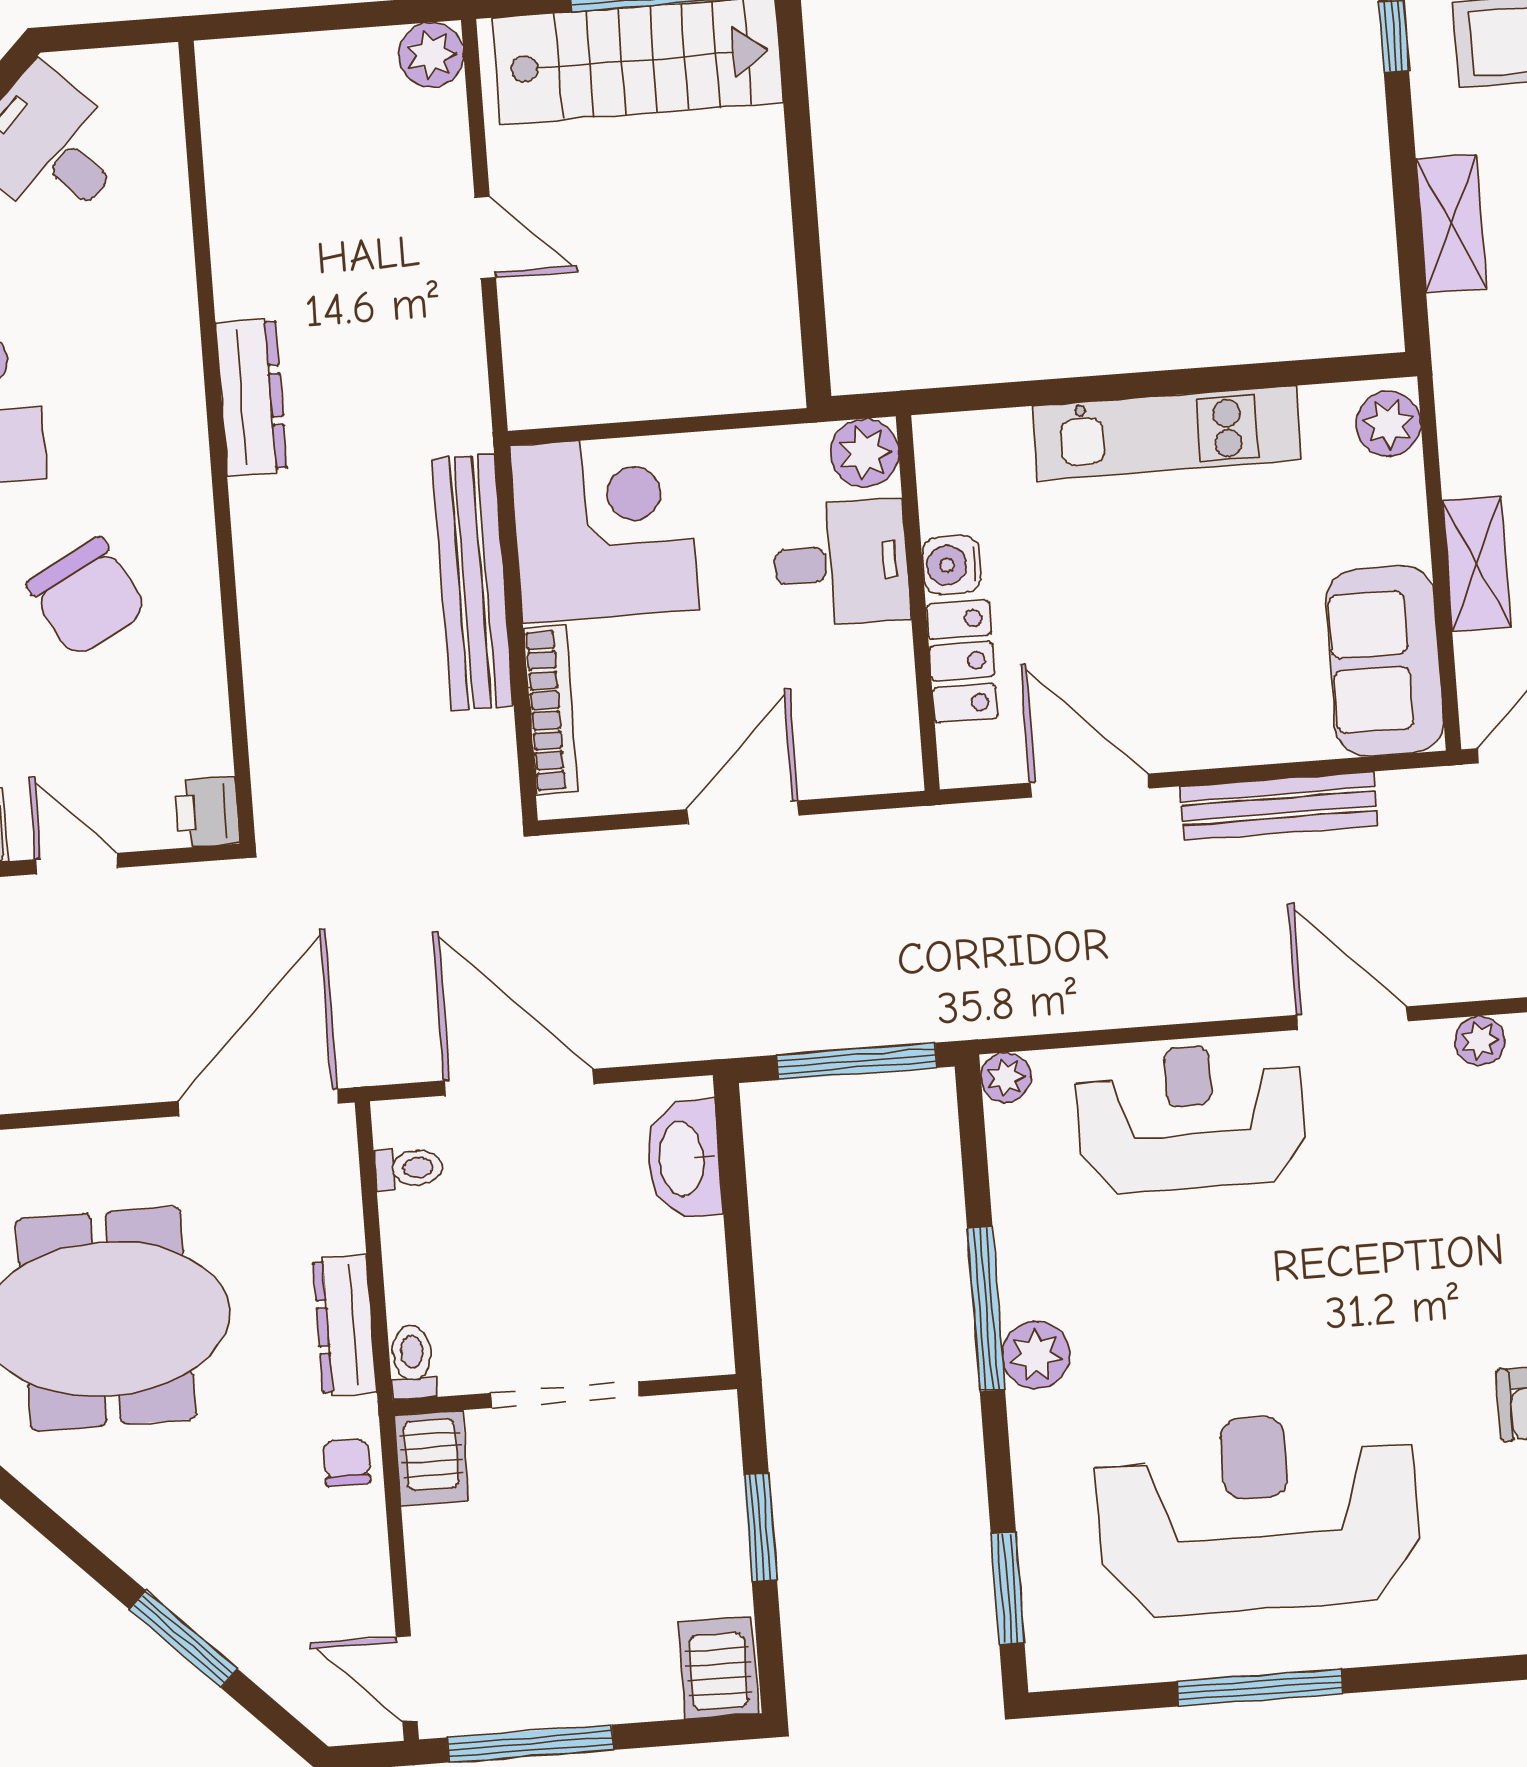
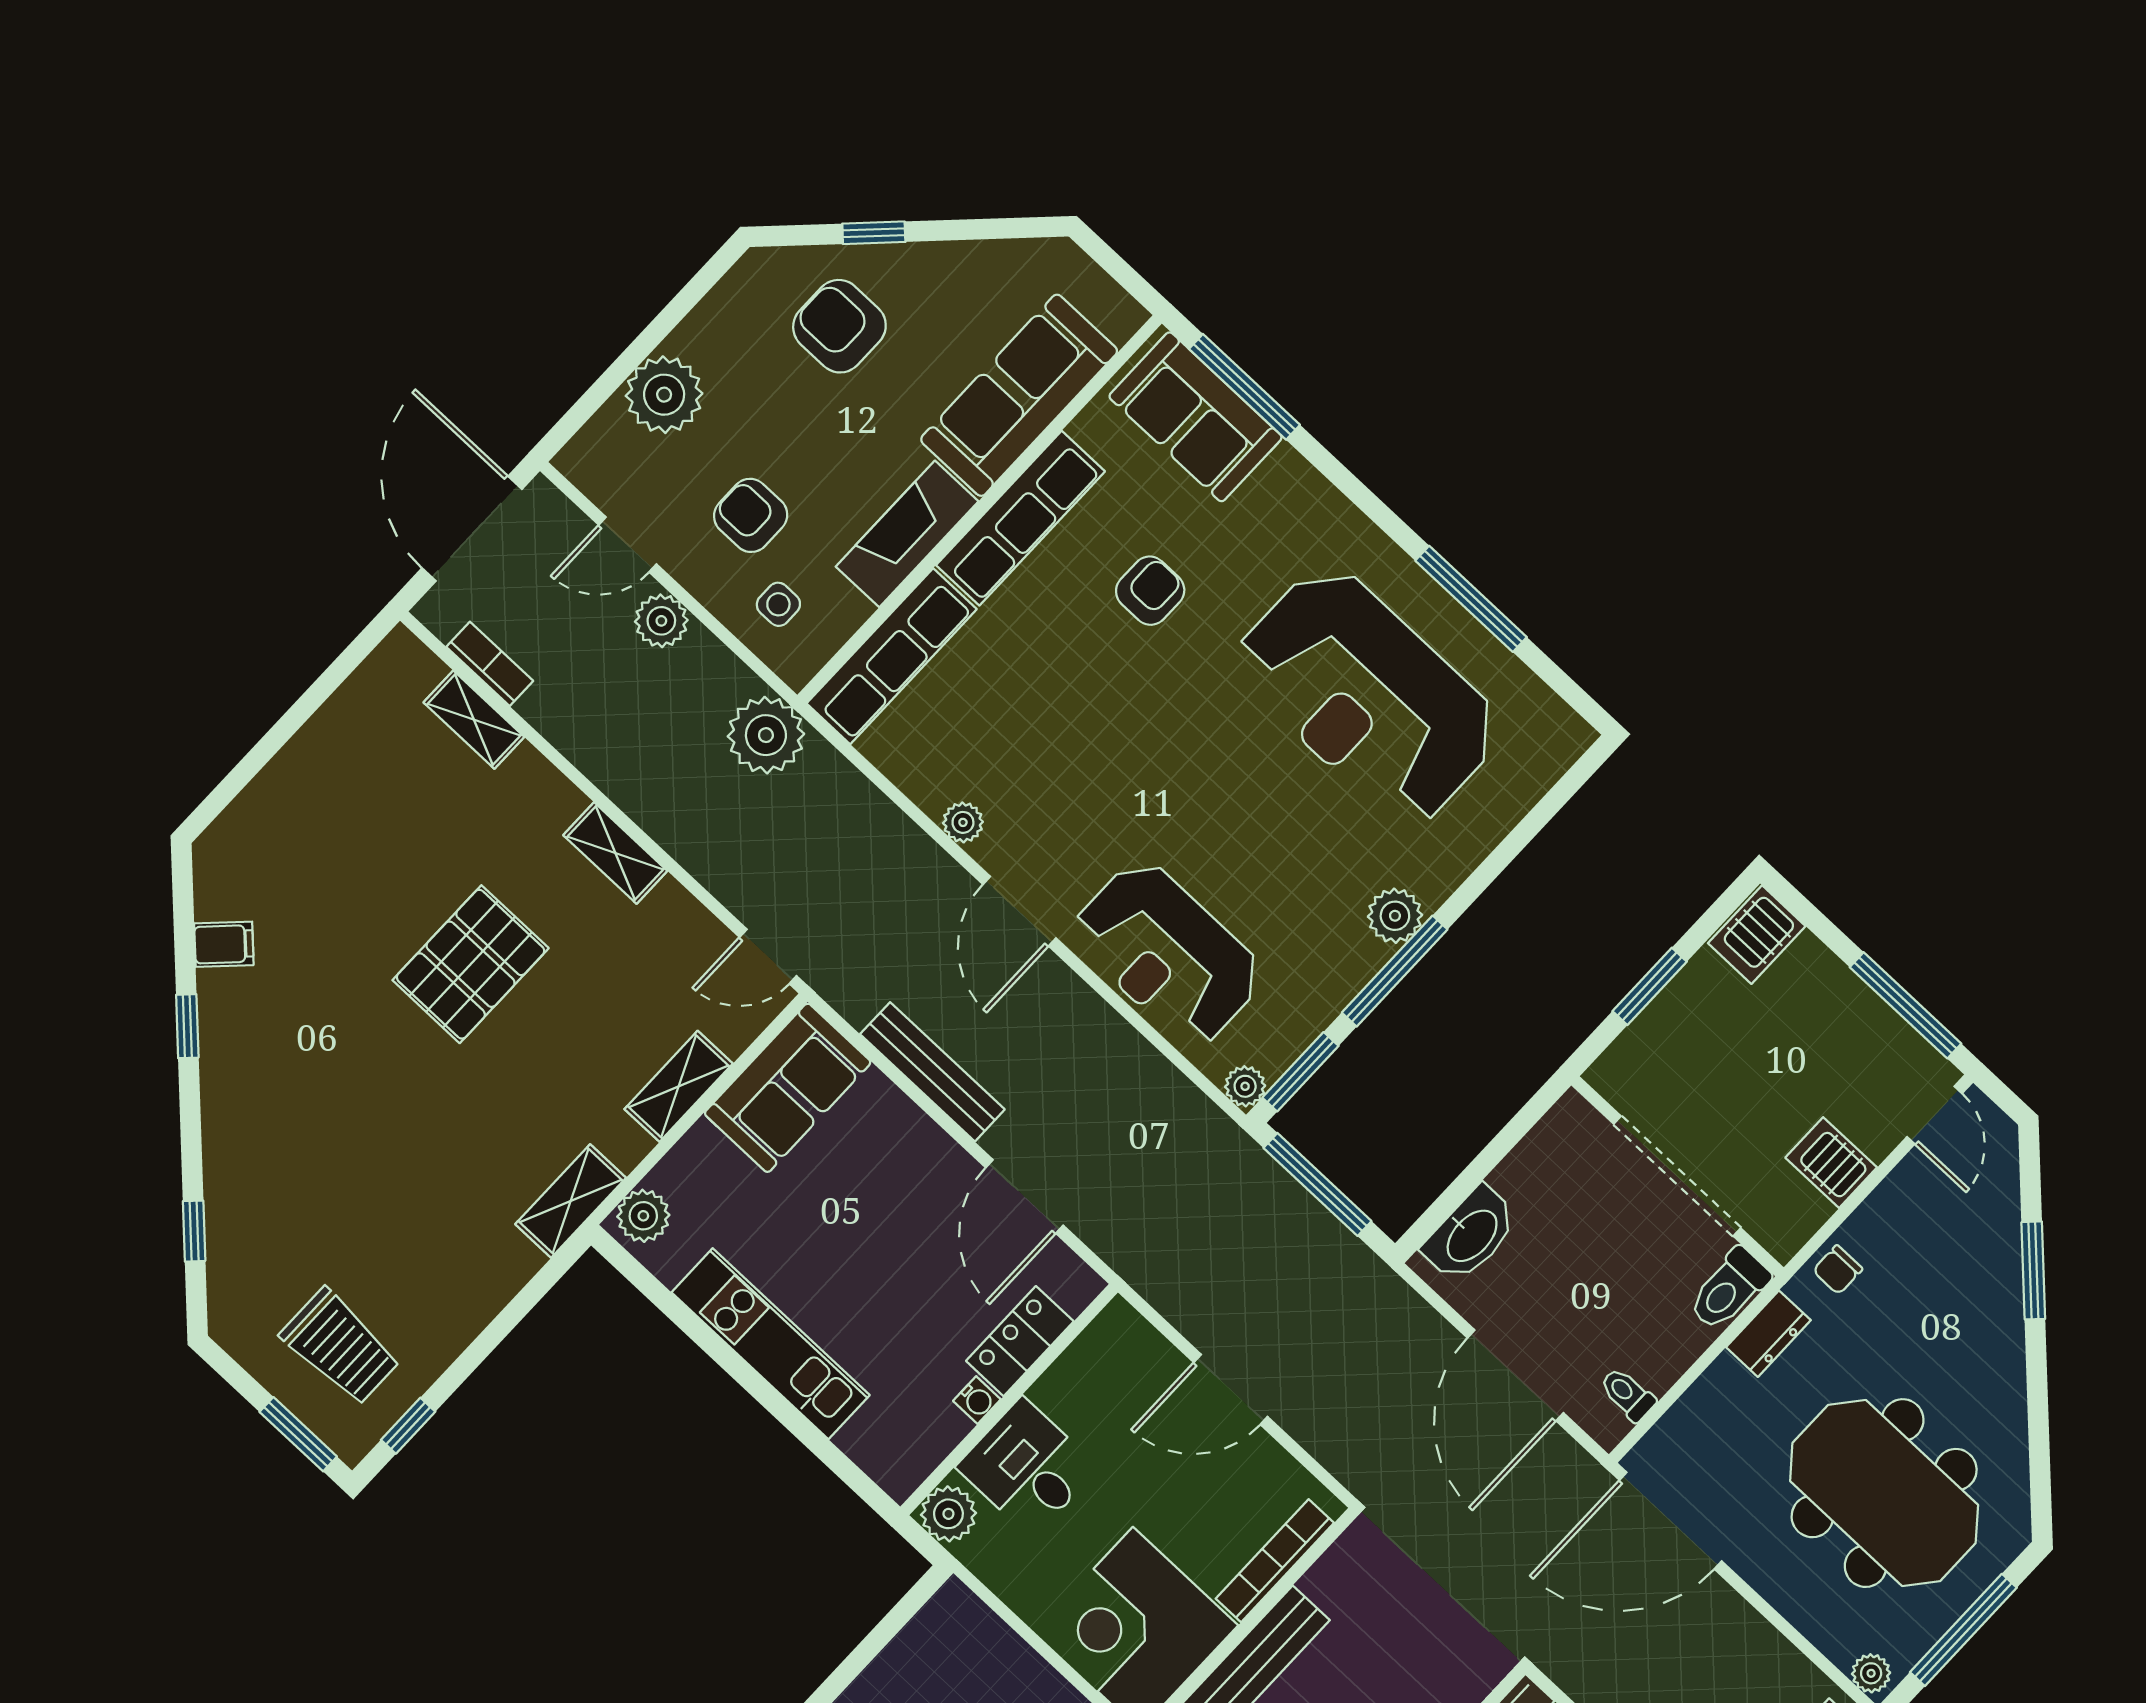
shelving: (1451, 223) -> (571, 1201), moved
water cooler: (951, 565) -> (977, 1400), width x0.72, depth x0.72
dresser: (345, 1326) -> (1768, 1334), width x0.70
toilet: (412, 1362) -> (1729, 1289), width x1.37, depth x1.39
doorway: (565, 1395) -> (1677, 1176), width x1.36
server rack: (432, 1458) -> (1831, 1163), moved, turned -90
window: (1008, 1588) -> (1300, 1072), moved

